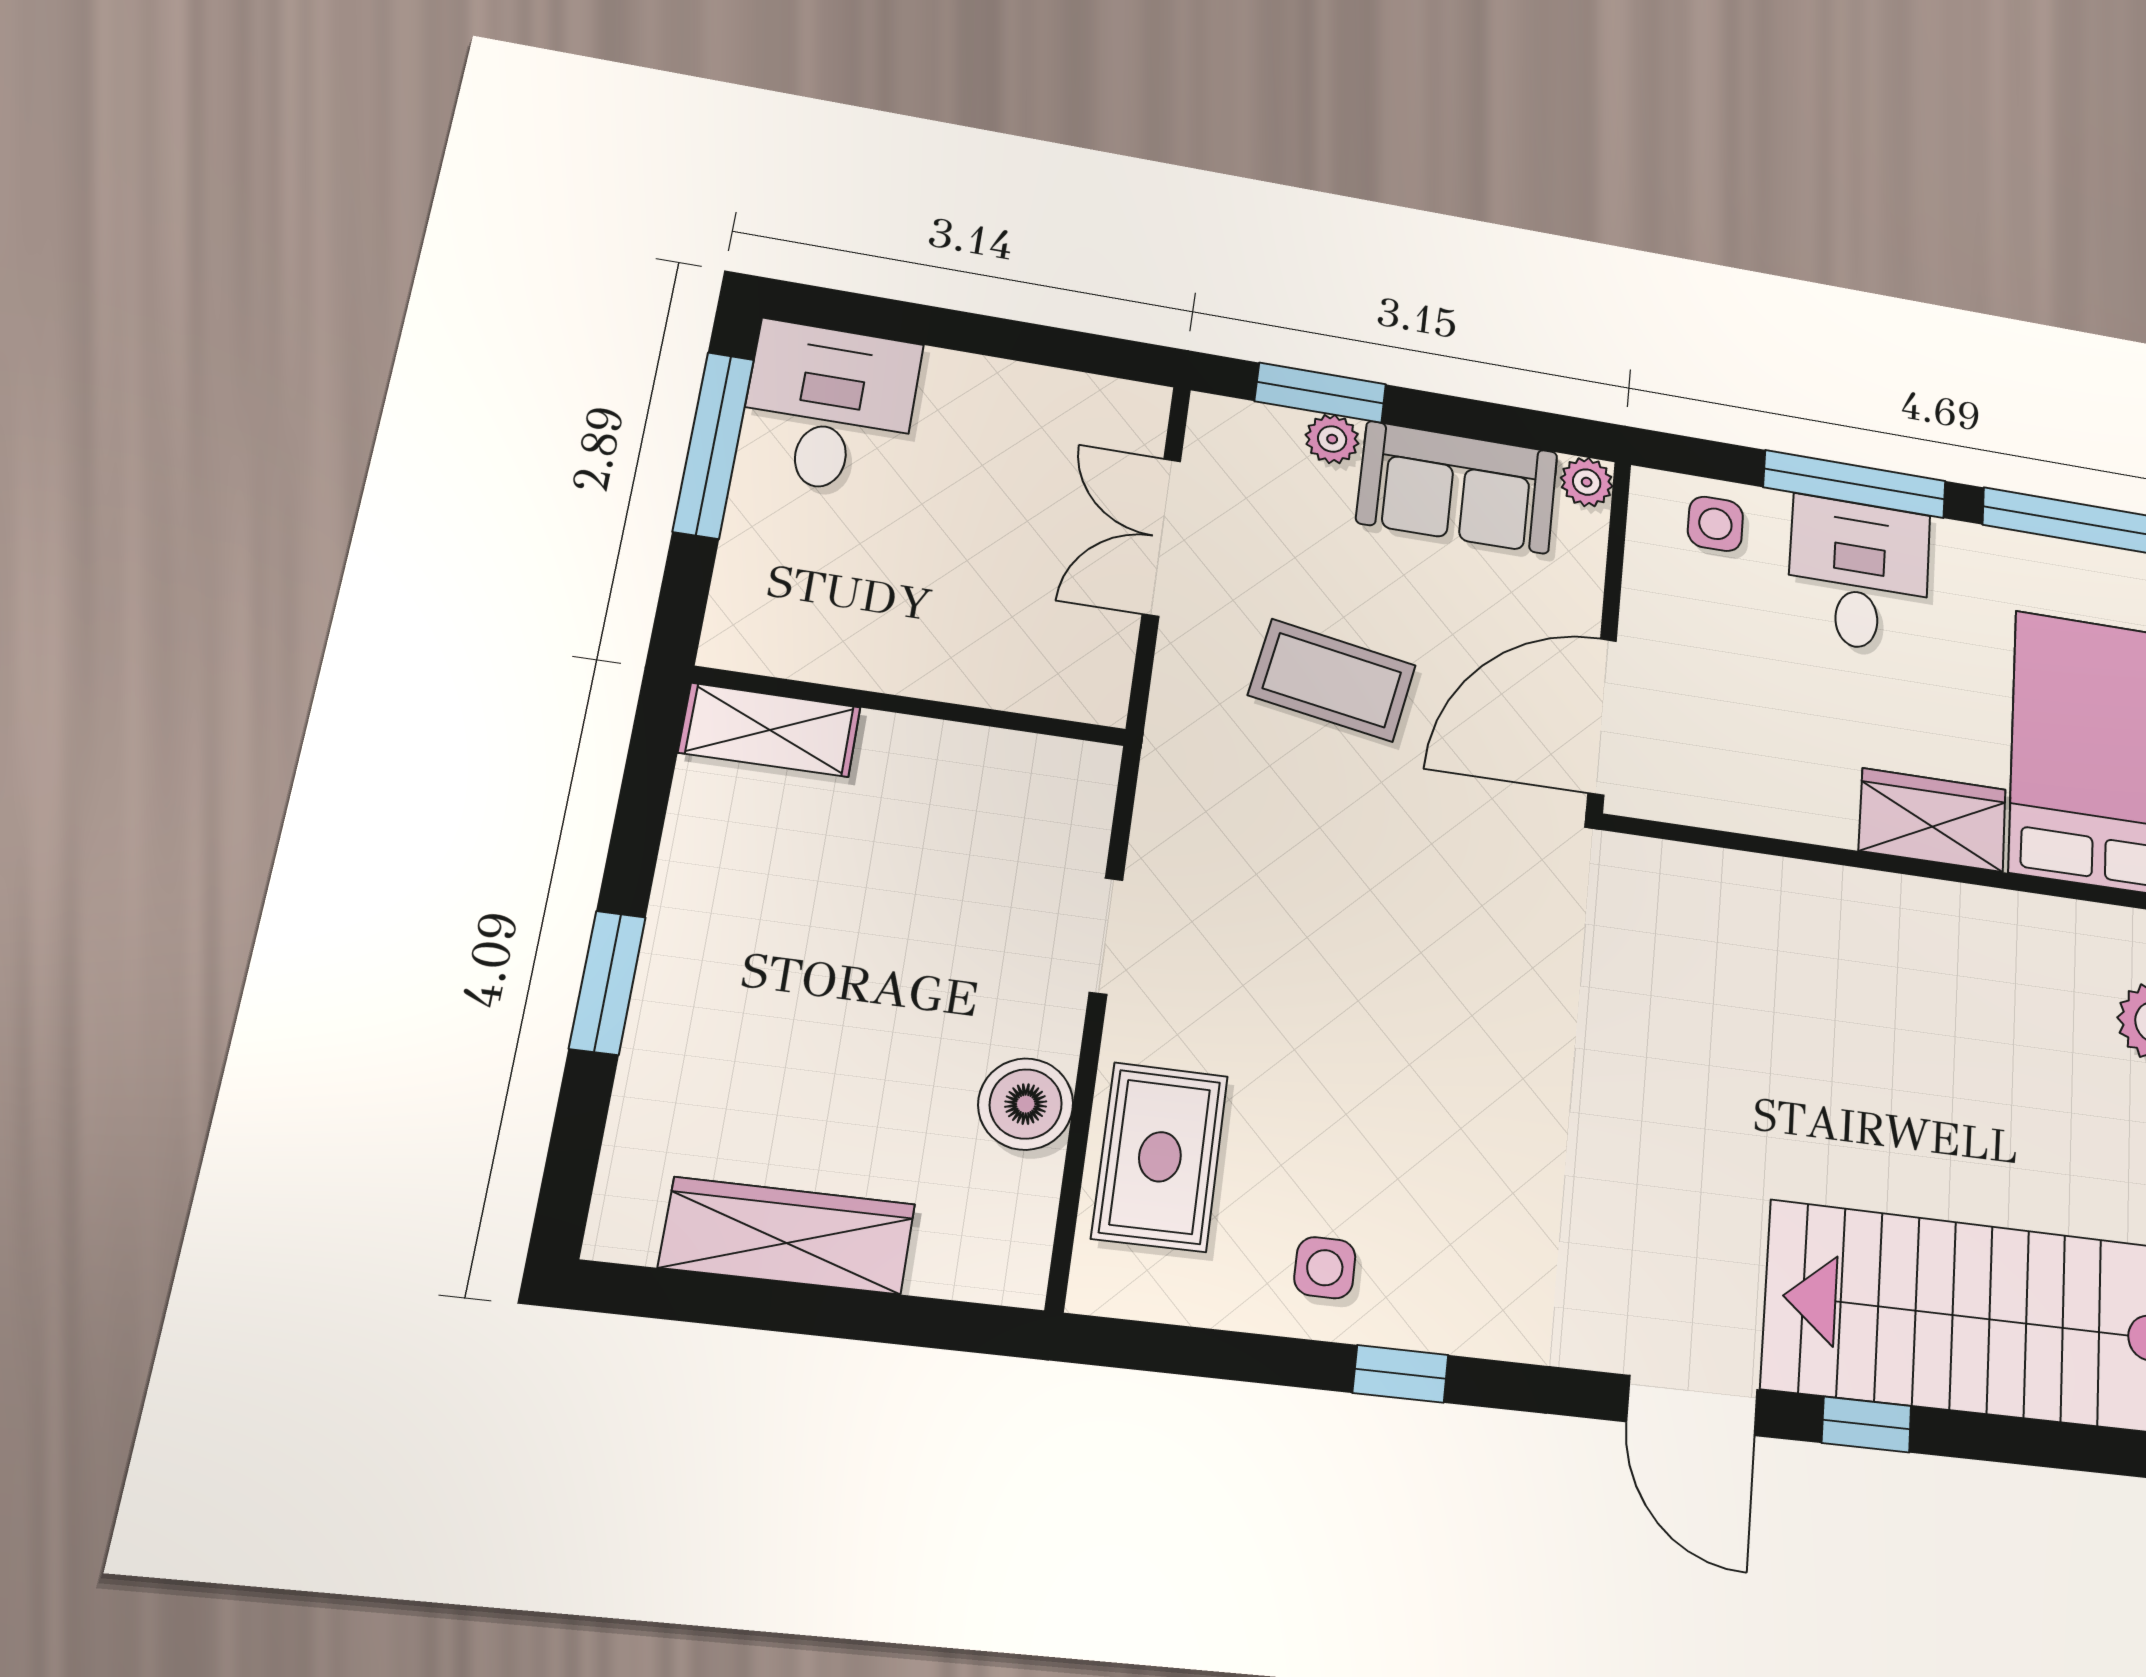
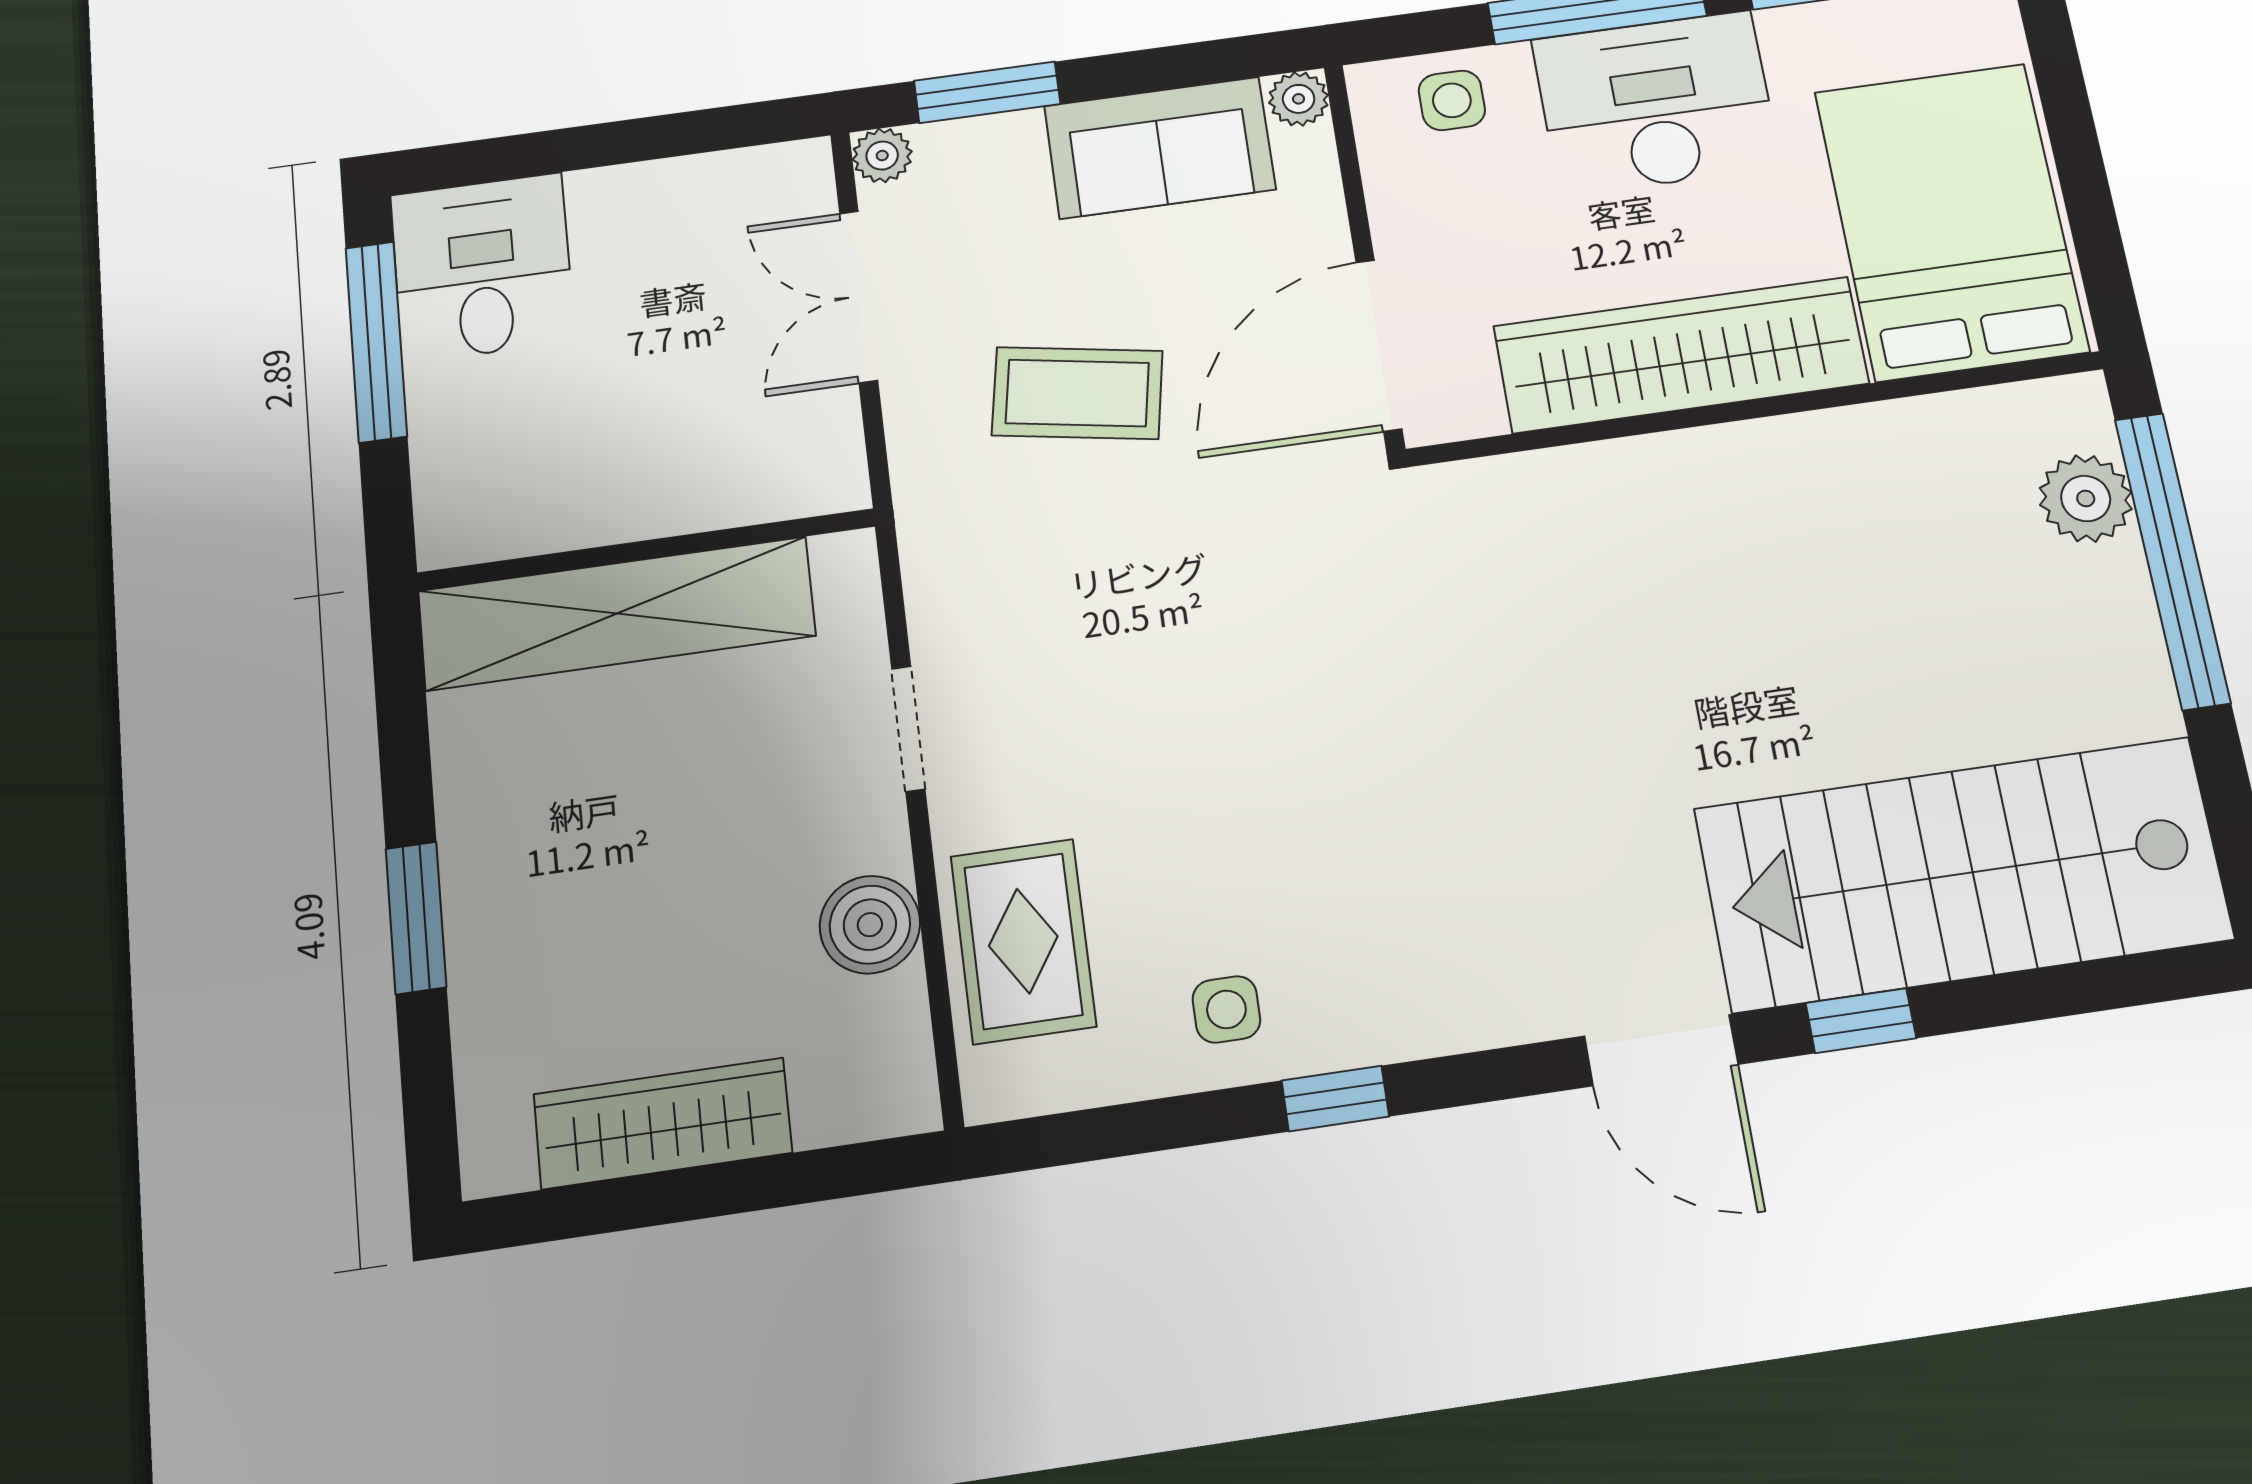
plant: (1332, 439) -> (882, 156), moved
desk: (1859, 575) -> (1656, 103), width x1.37
shelving: (770, 730) -> (617, 613), width x2.20, depth x1.33
wardrobe: (1933, 820) -> (1681, 355), width x2.10, depth x1.17

